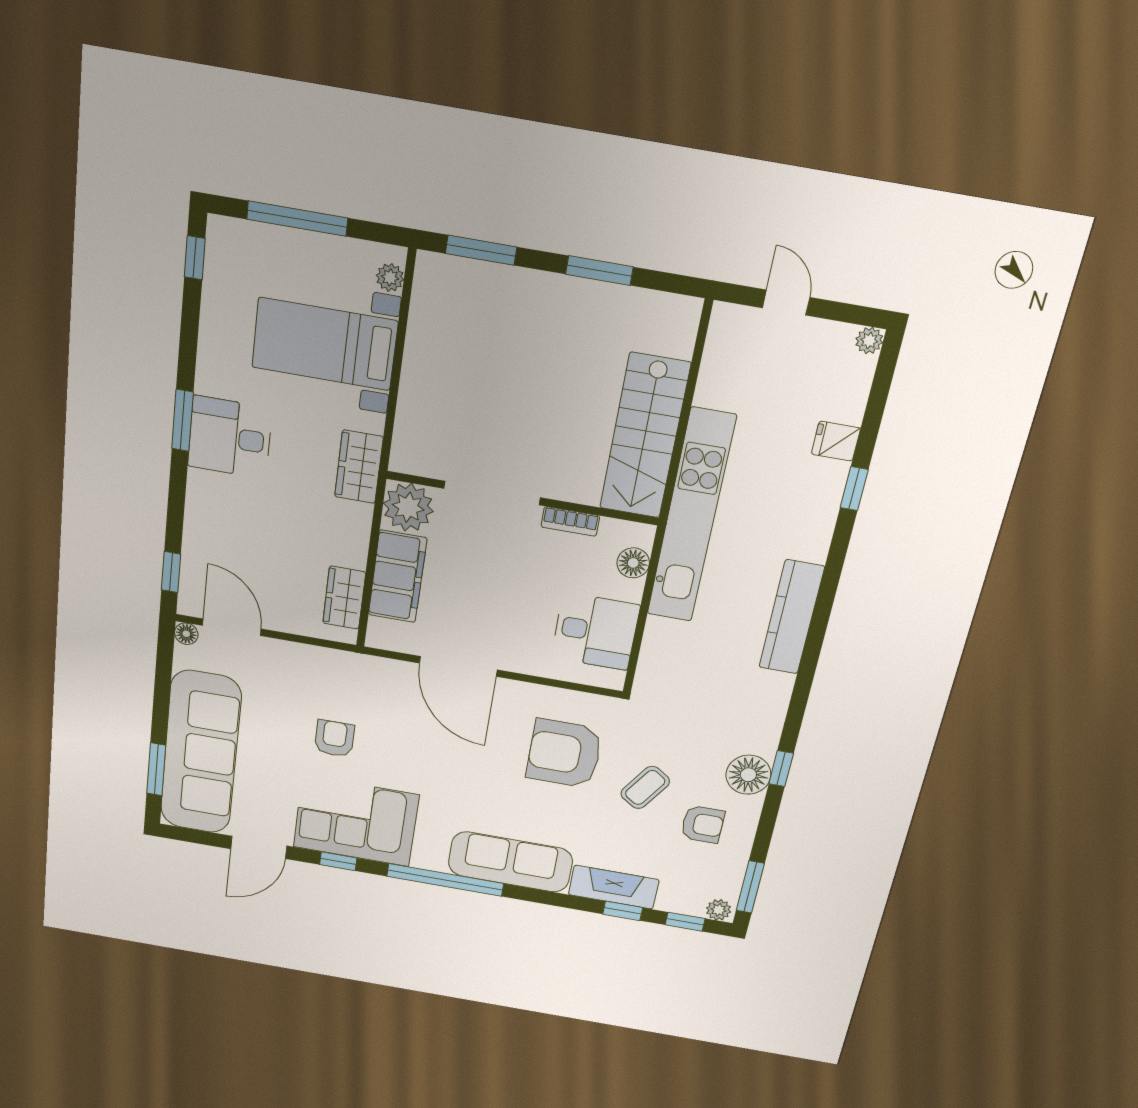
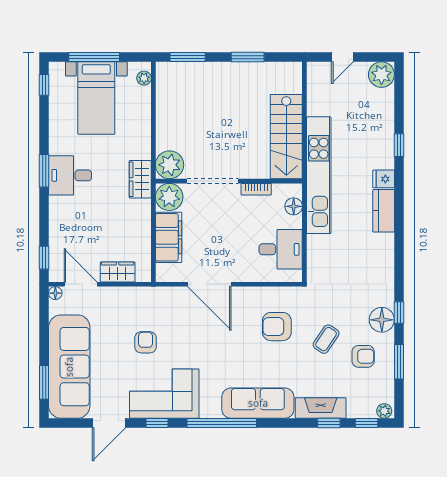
door: (786, 303) -> (342, 57), swing flipped
plant: (869, 341) -> (381, 75), width x1.88, depth x1.88
bed with nightstands: (325, 344) -> (96, 98), moved, turned -90
fridge: (836, 441) -> (384, 179), moved
plant: (417, 450) -> (170, 165), added
wardrobe: (344, 598) -> (118, 272), moved, turned 90
kitchen counter: (792, 617) -> (384, 211), width x0.67
armchair: (564, 754) -> (277, 327), width x0.73, depth x0.73
window: (750, 887) -> (399, 362), moved

